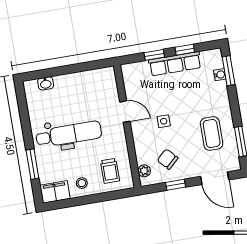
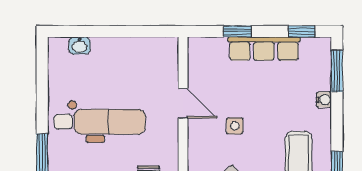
window: (185, 50) -> (302, 31), moved
water cooler: (220, 75) -> (324, 100), moved

